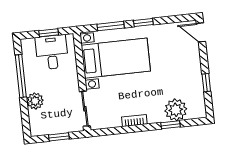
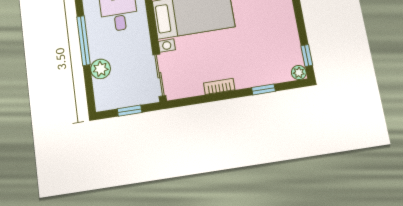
window: (206, 83) -> (307, 55), moved
plant: (176, 110) -> (299, 73), moved, width x0.53, depth x0.53

